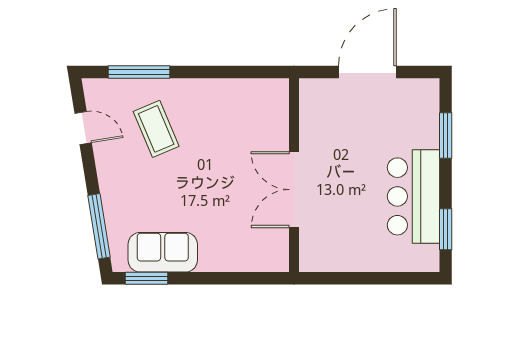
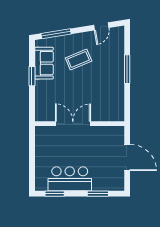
window: (139, 72) -> (127, 69), moved
coffee table: (156, 129) -> (79, 59), moved
window: (146, 278) -> (32, 76), moved

